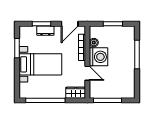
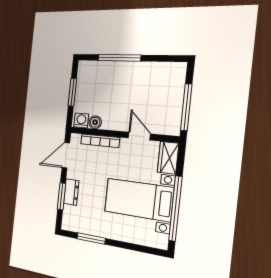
door: (70, 24) -> (66, 155), swing flipped
washing machine: (99, 57) -> (81, 120), moved, width x0.53, depth x0.53
bed with nightstands: (40, 64) -> (138, 200), moved, turned -90
door: (87, 73) -> (139, 136), hinge flipped

